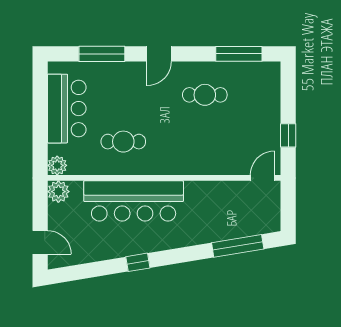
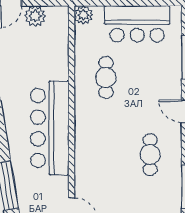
plant: (58, 192) -> (35, 16), moved
bar counter: (134, 201) -> (50, 128), moved

